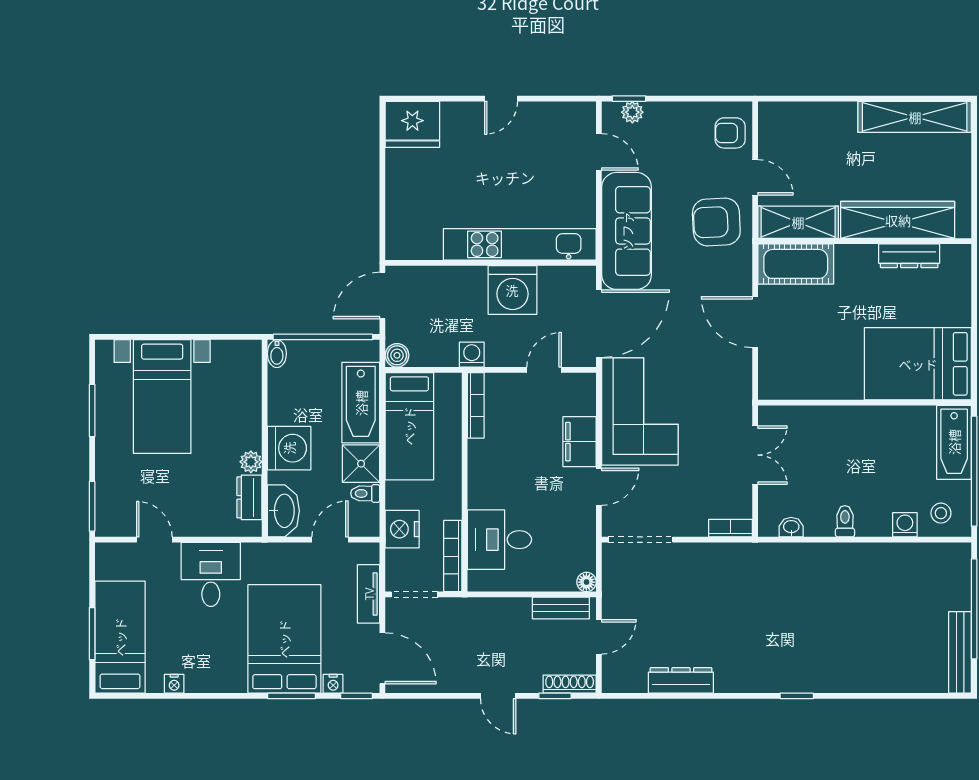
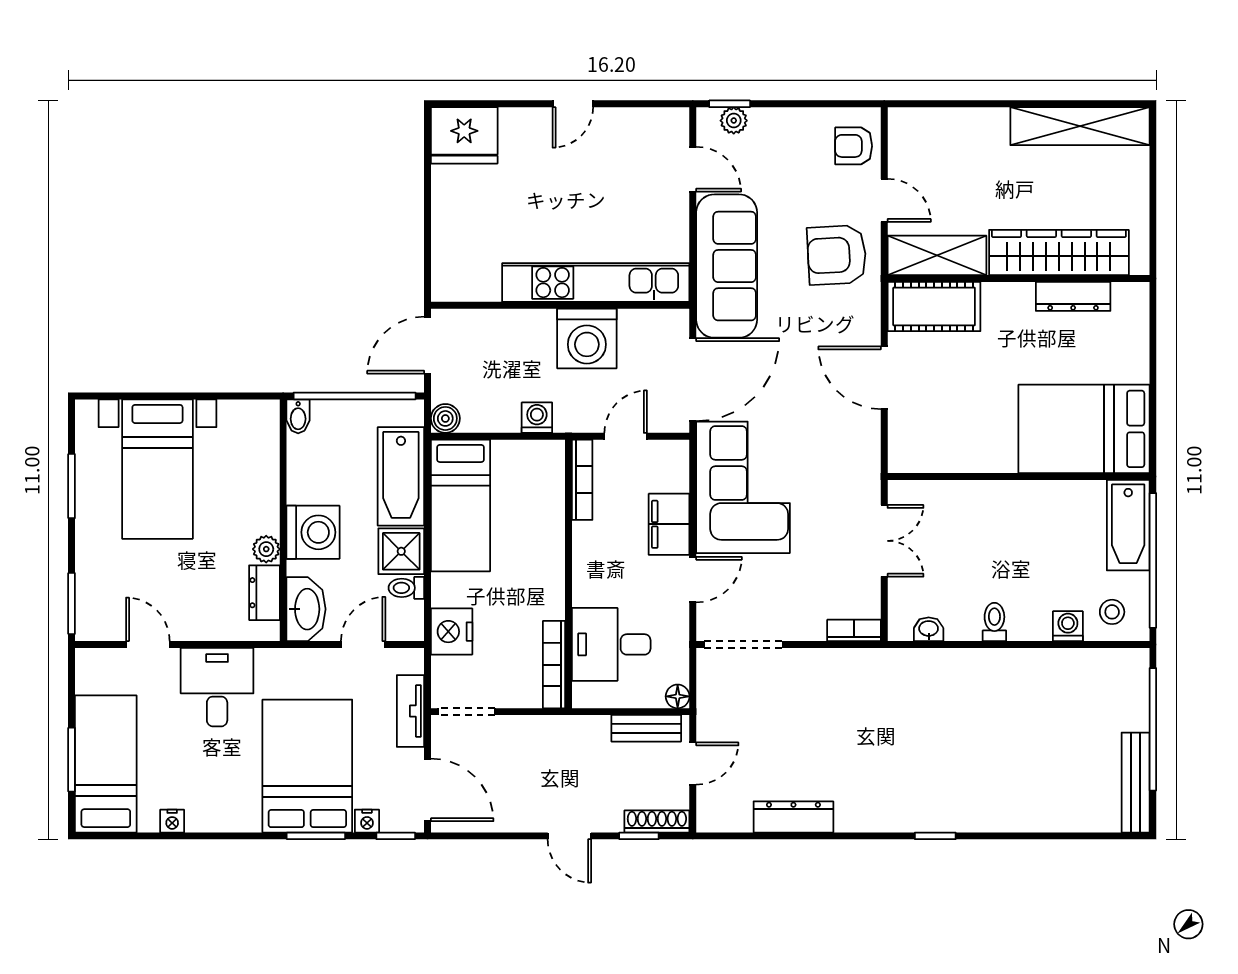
bookcase: (476, 405) -> (582, 480), moved
wall: (465, 482) -> (569, 574), moved
desk: (499, 540) -> (611, 644), moved
bookcase: (453, 556) -> (554, 665), moved

